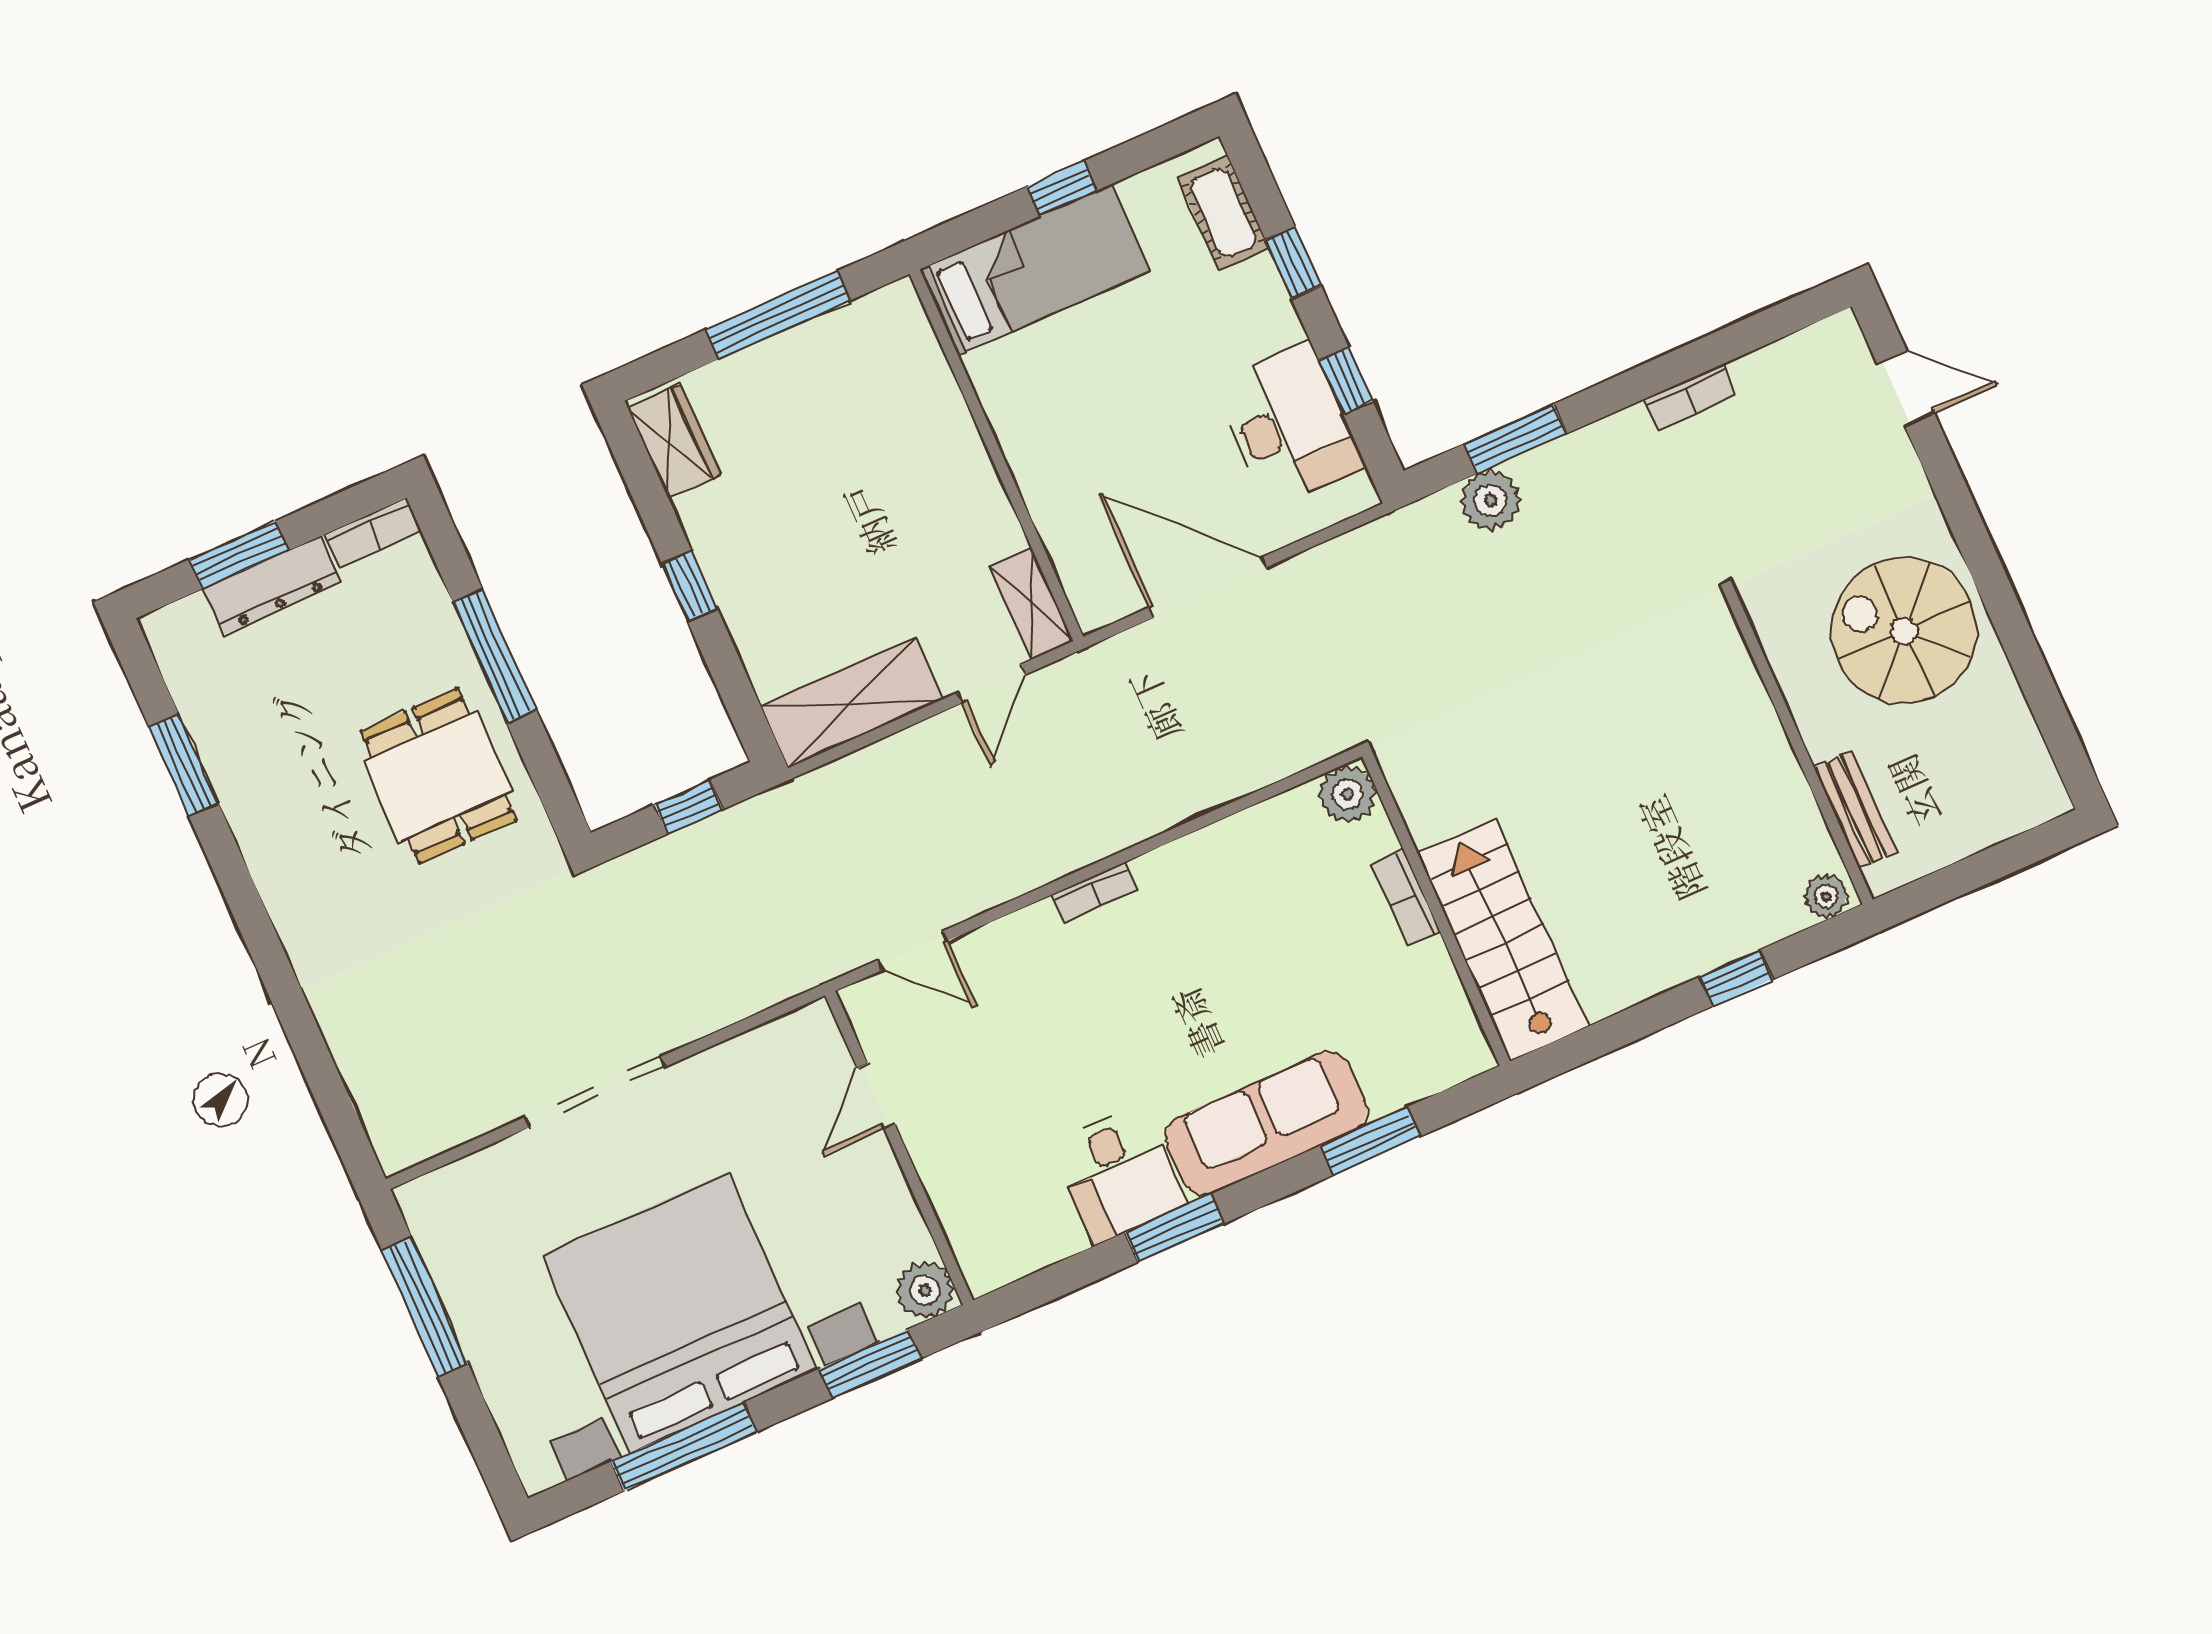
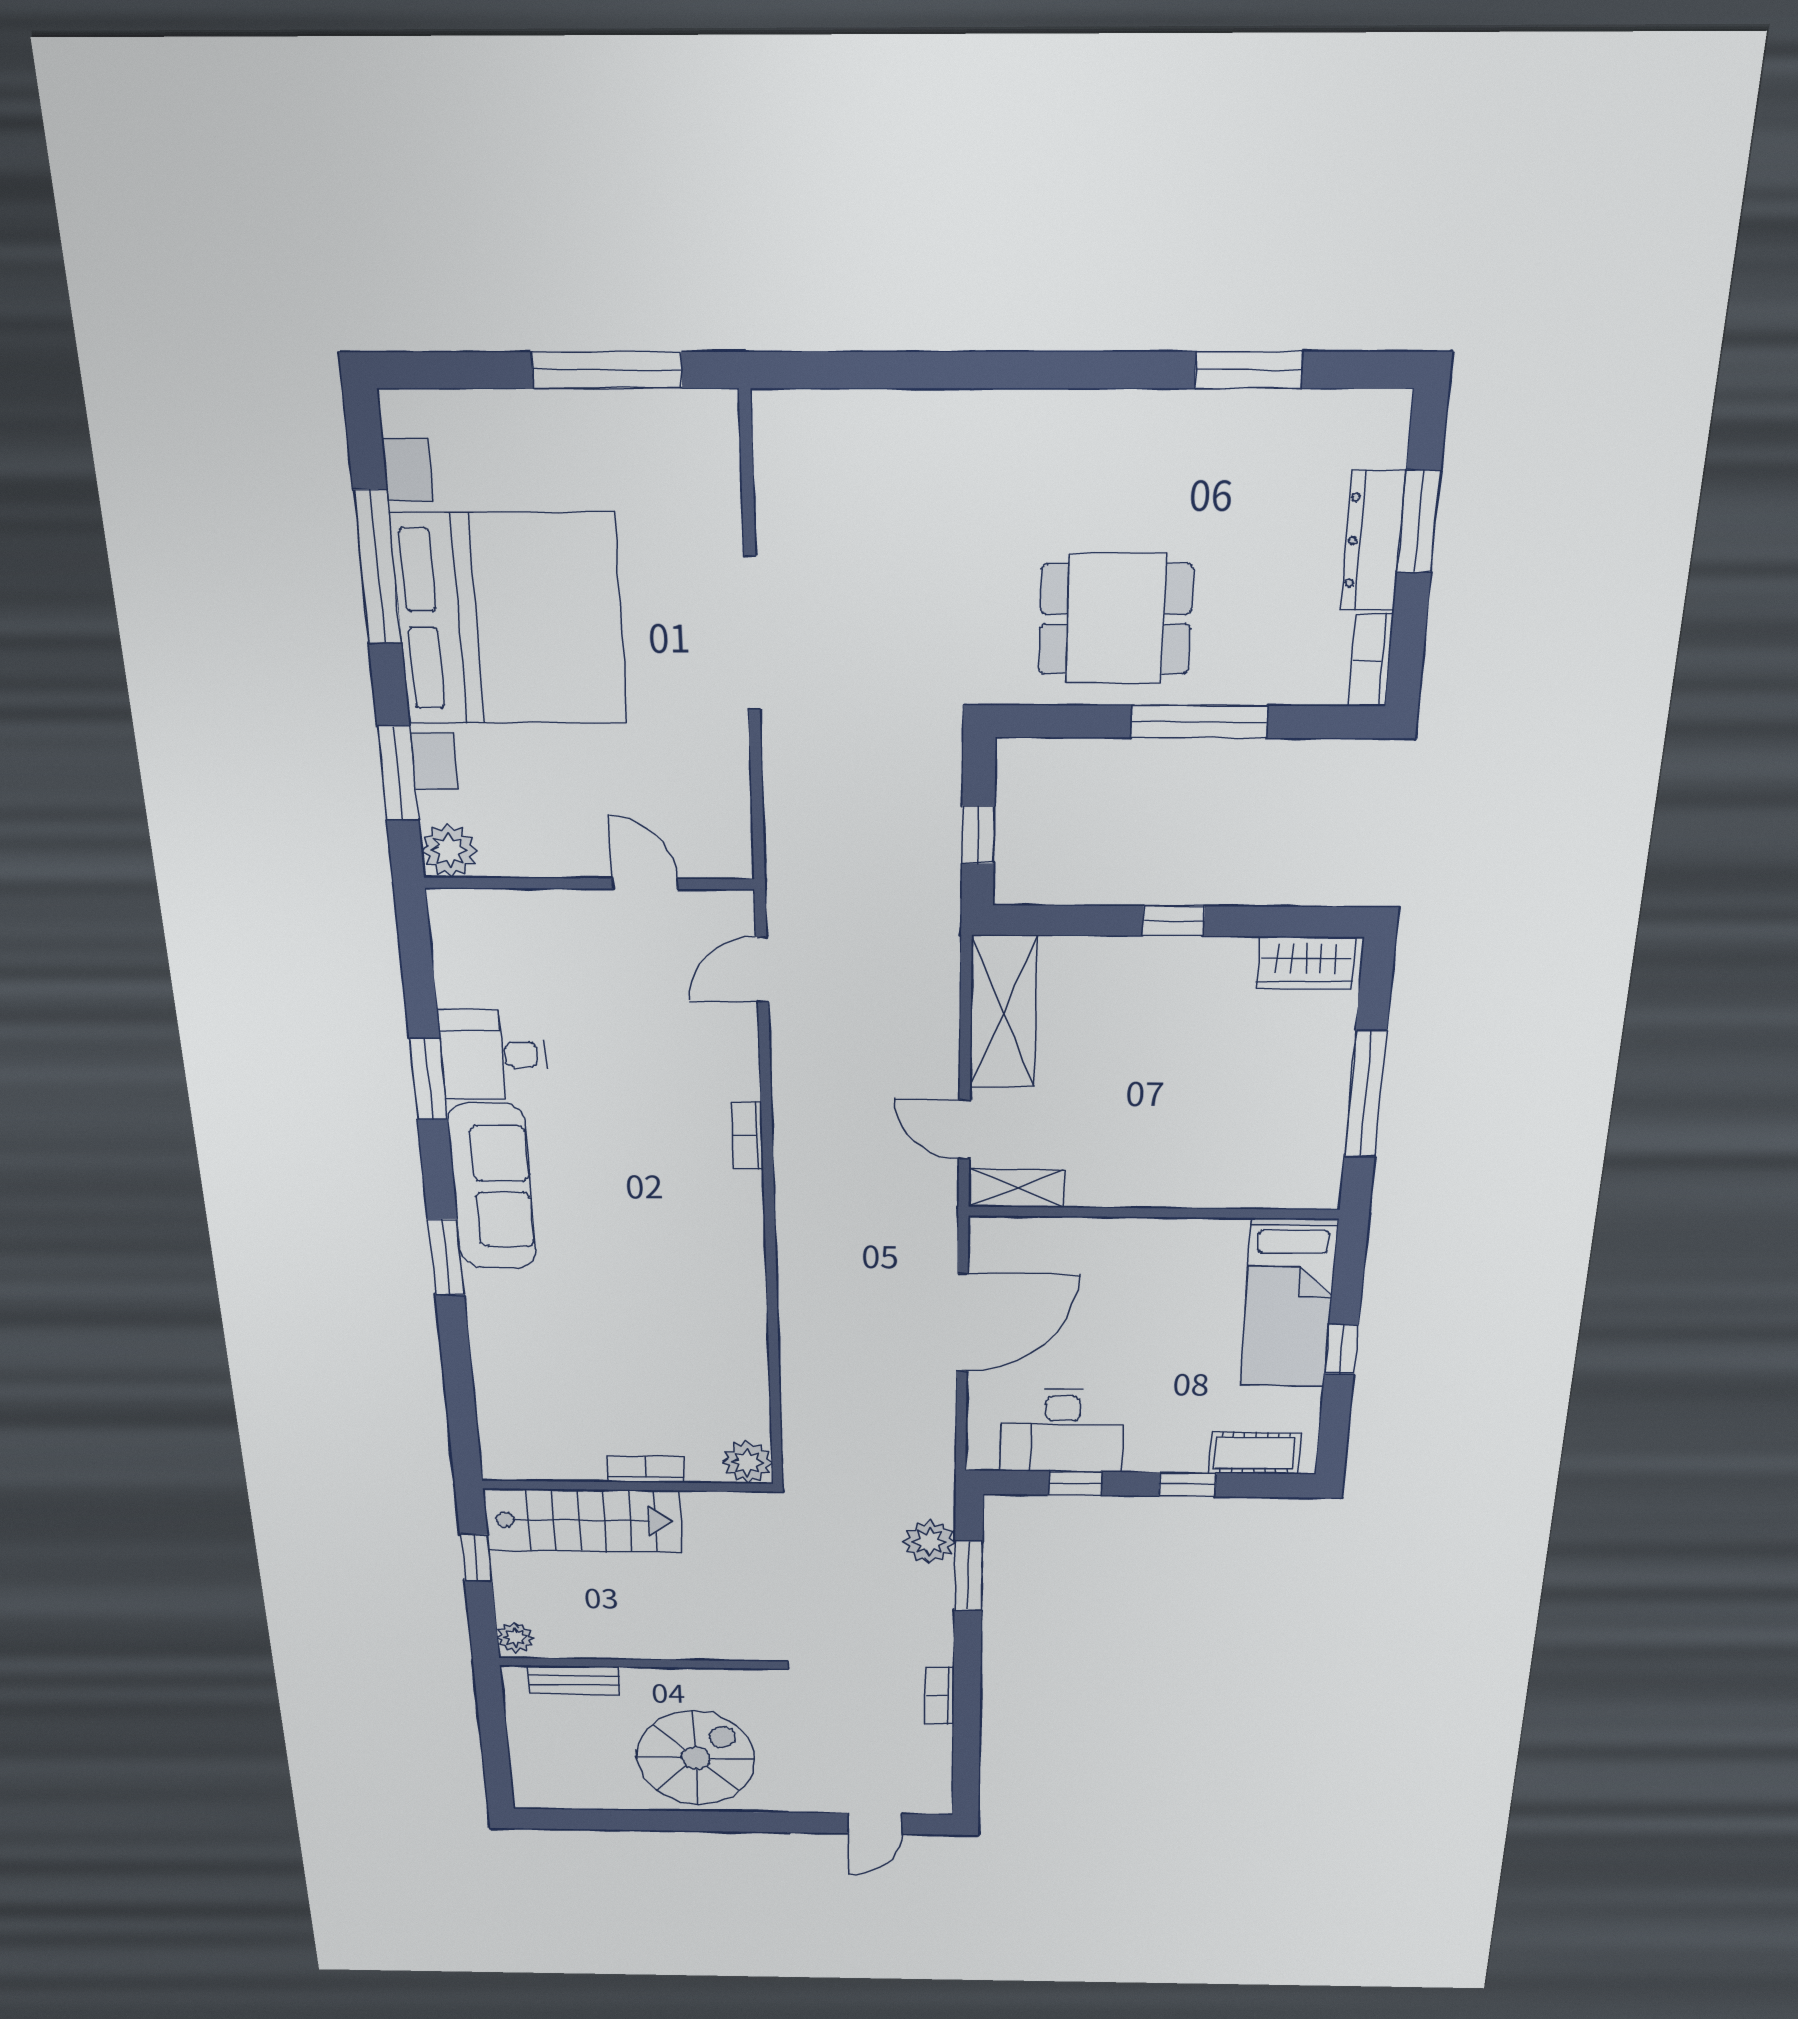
plant: (1348, 794) -> (747, 1462), moved
bookcase: (1406, 898) -> (646, 1469), moved
wall: (1436, 909) -> (627, 1486), moved
stairs: (1503, 939) -> (583, 1520), moved

